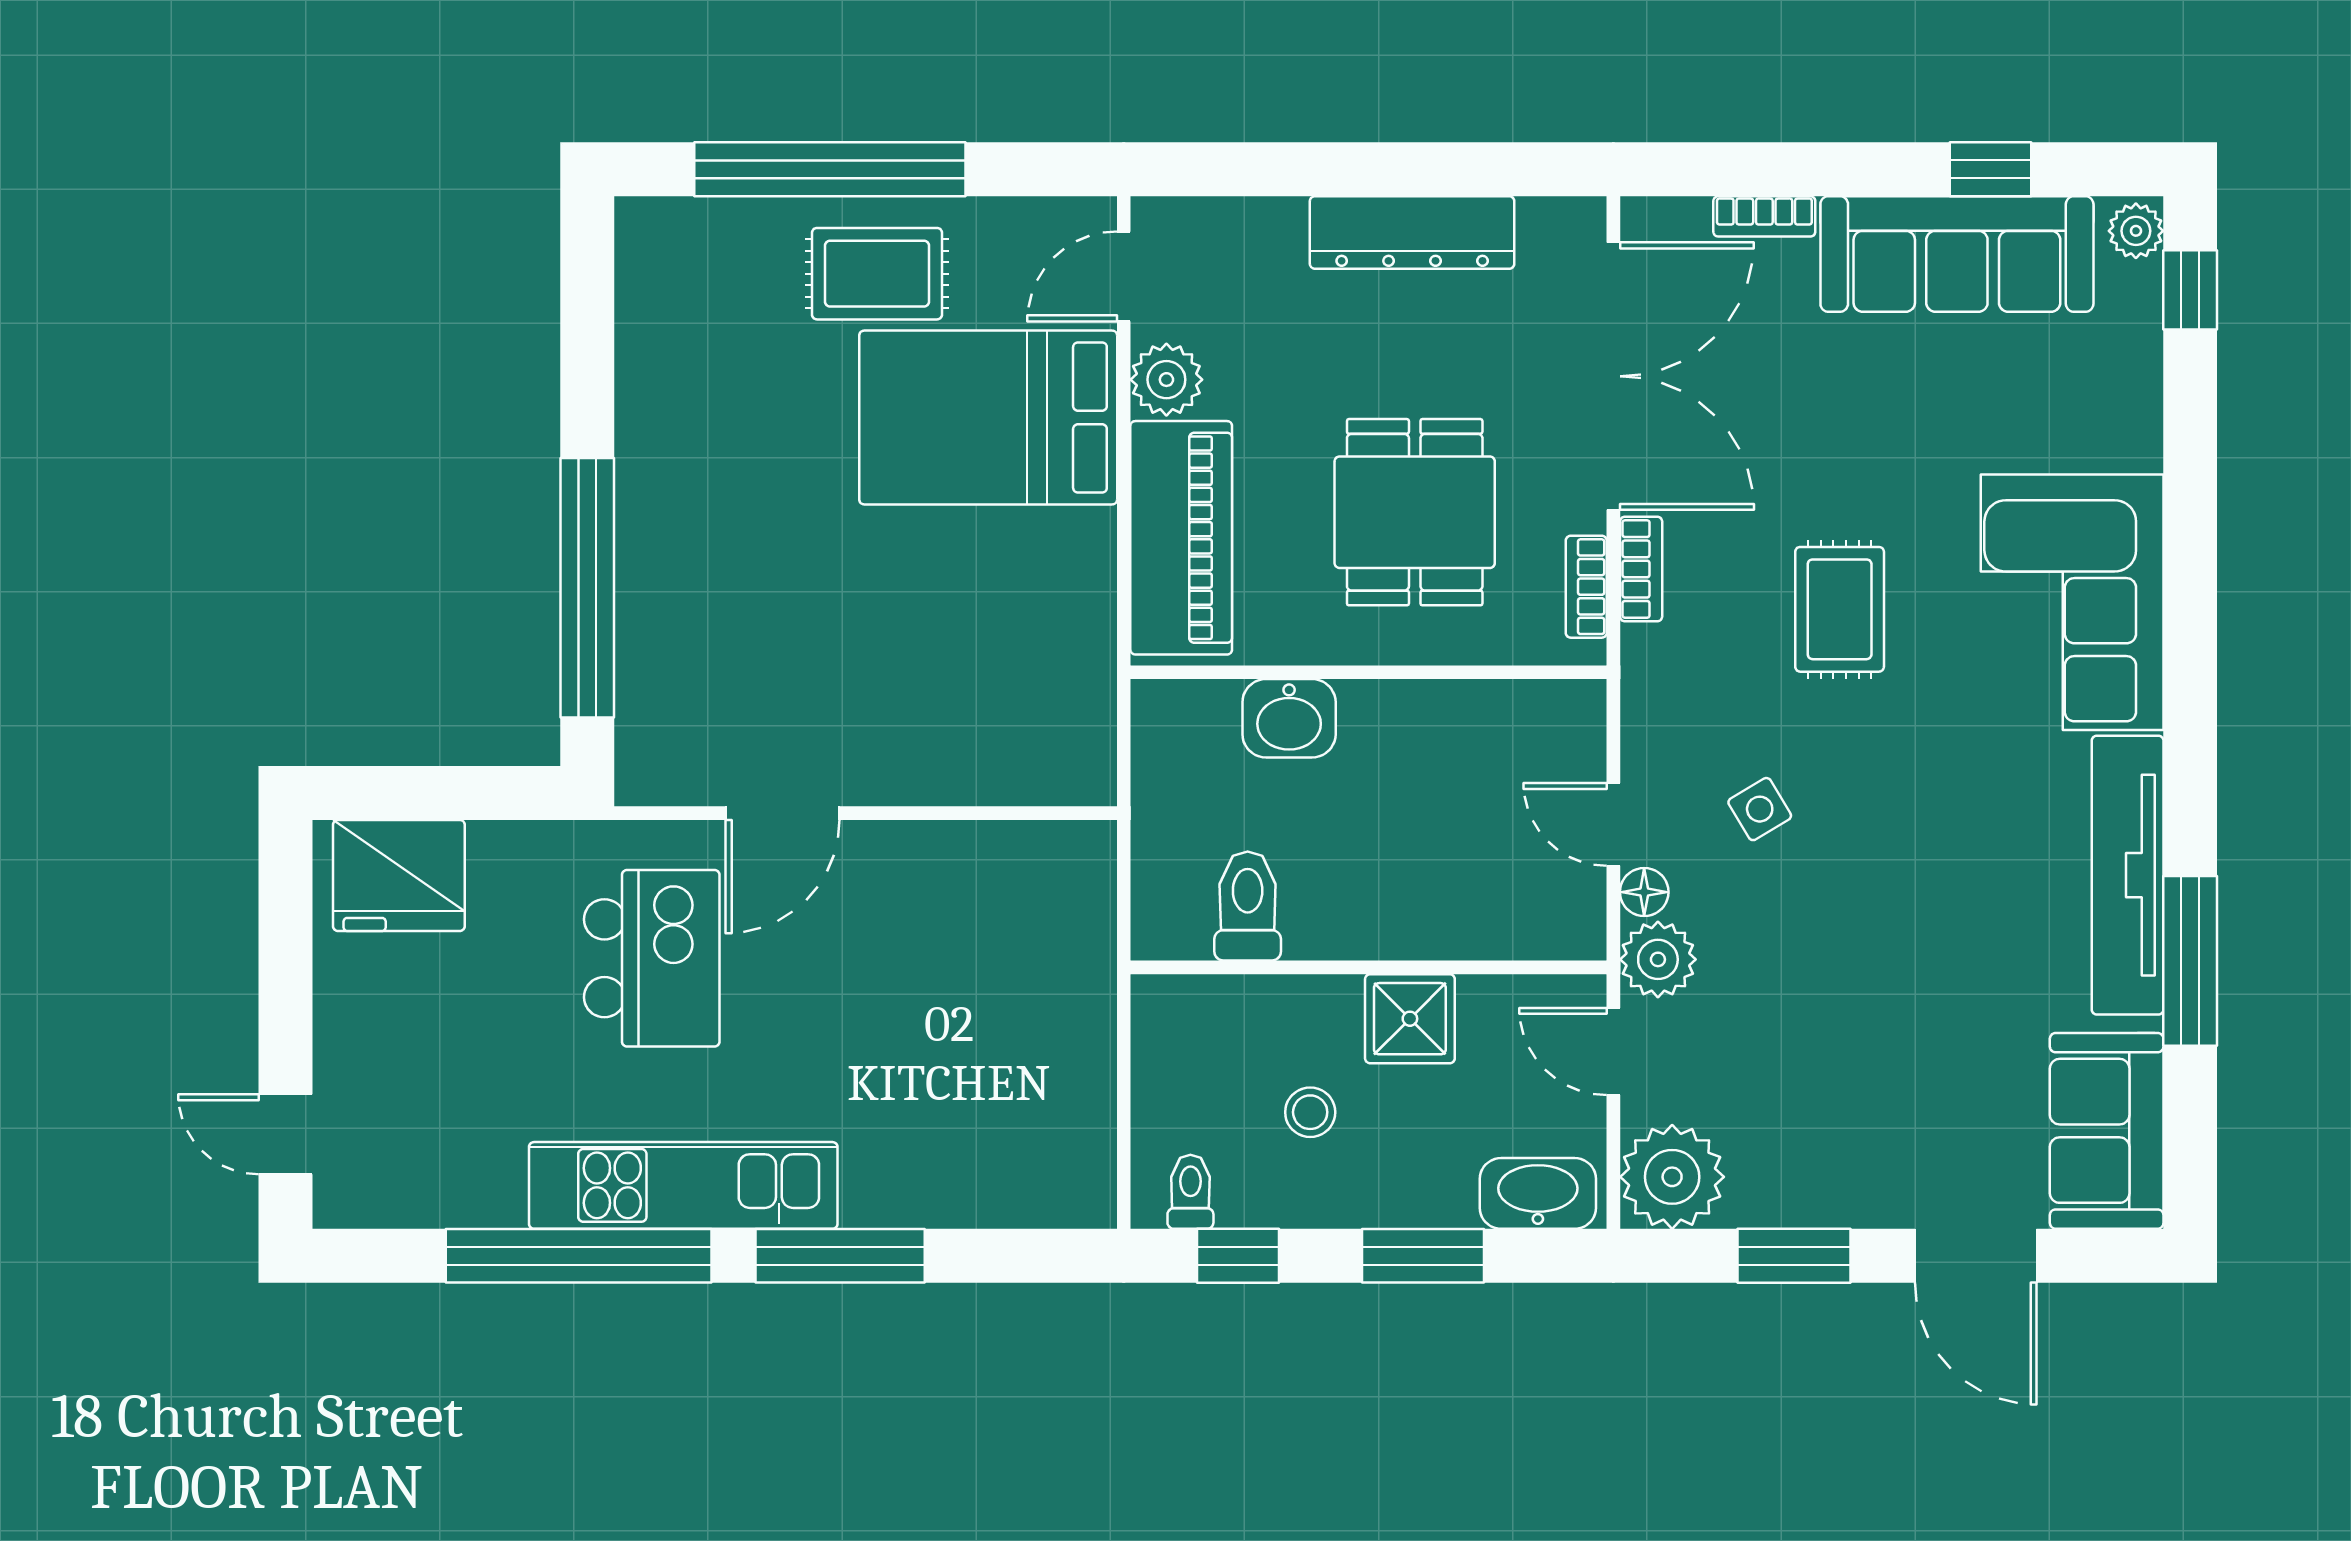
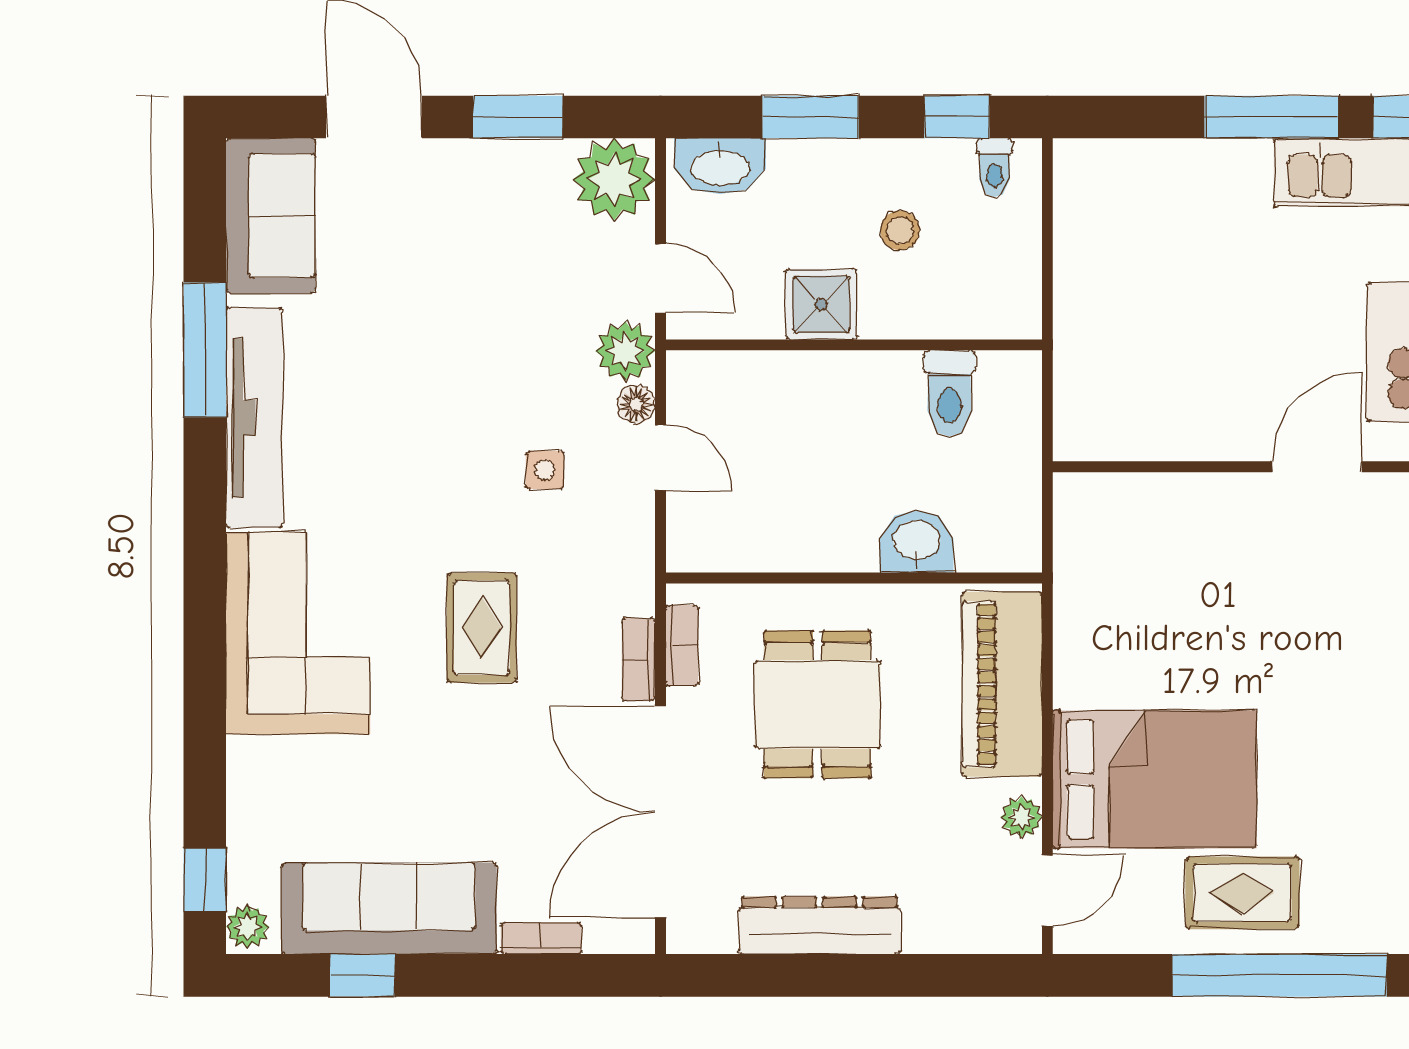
plant: (1166, 380) -> (1021, 817), width x0.73, depth x0.73
side table: (1760, 809) -> (545, 470), turned 31

